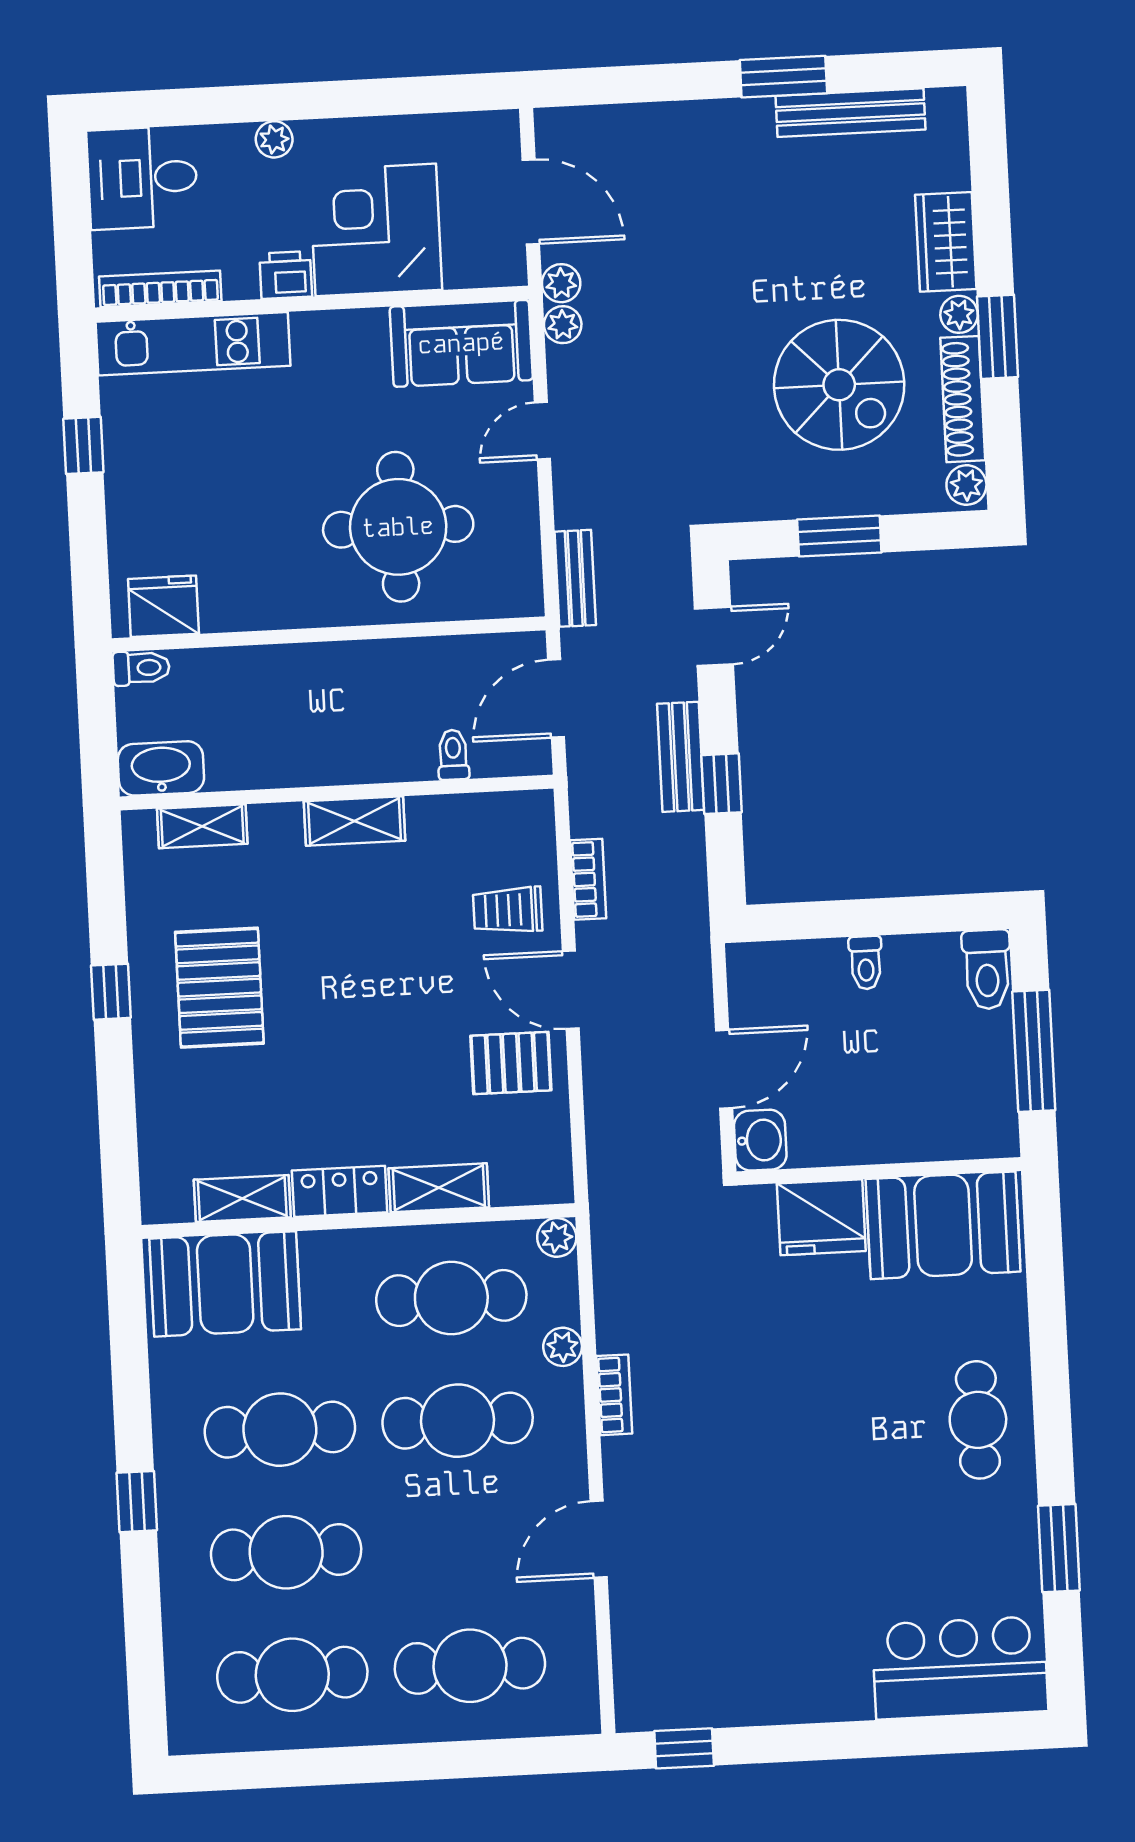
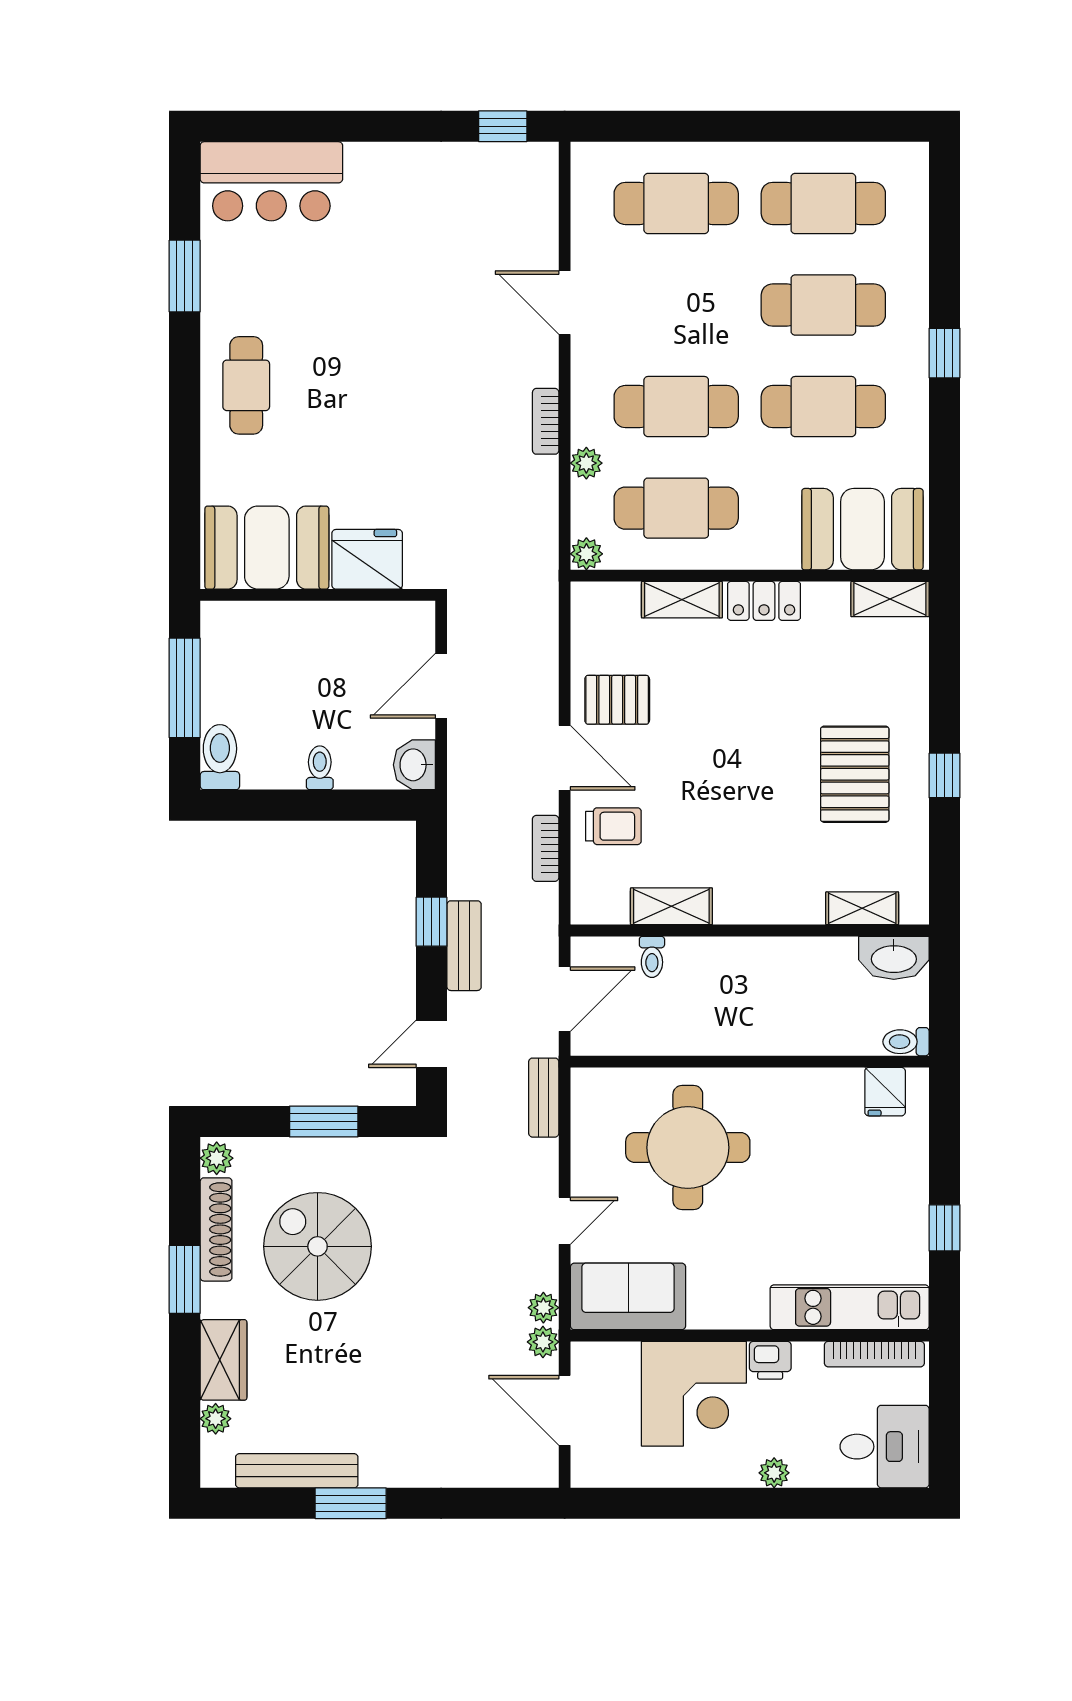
plant: (959, 314) -> (216, 1419), moved
fridge: (163, 606) -> (885, 1092), width x0.72
shelving: (354, 821) -> (671, 906), moved
washbasin: (760, 1140) -> (414, 765), moved
shelving: (242, 1199) -> (890, 599), moved
door: (599, 1539) -> (565, 303), swing flipped

